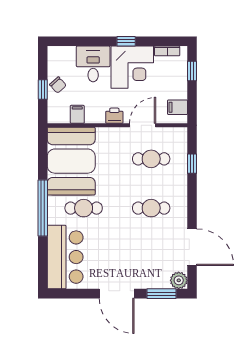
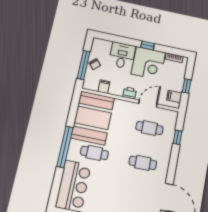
window: (192, 71) -> (187, 86), moved
window: (43, 90) -> (84, 65), width x2.17

